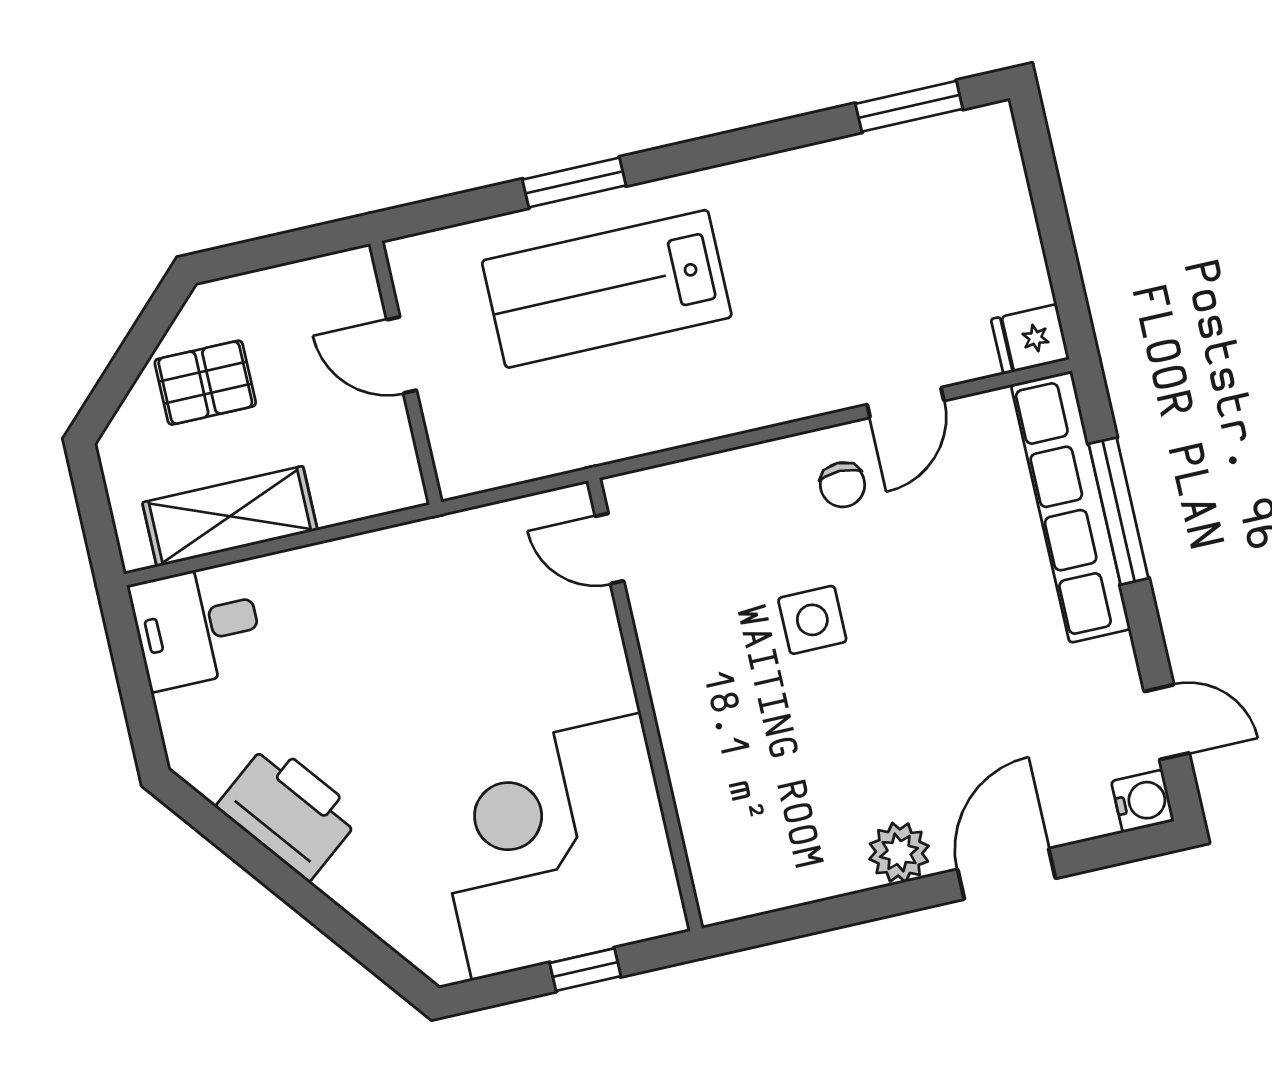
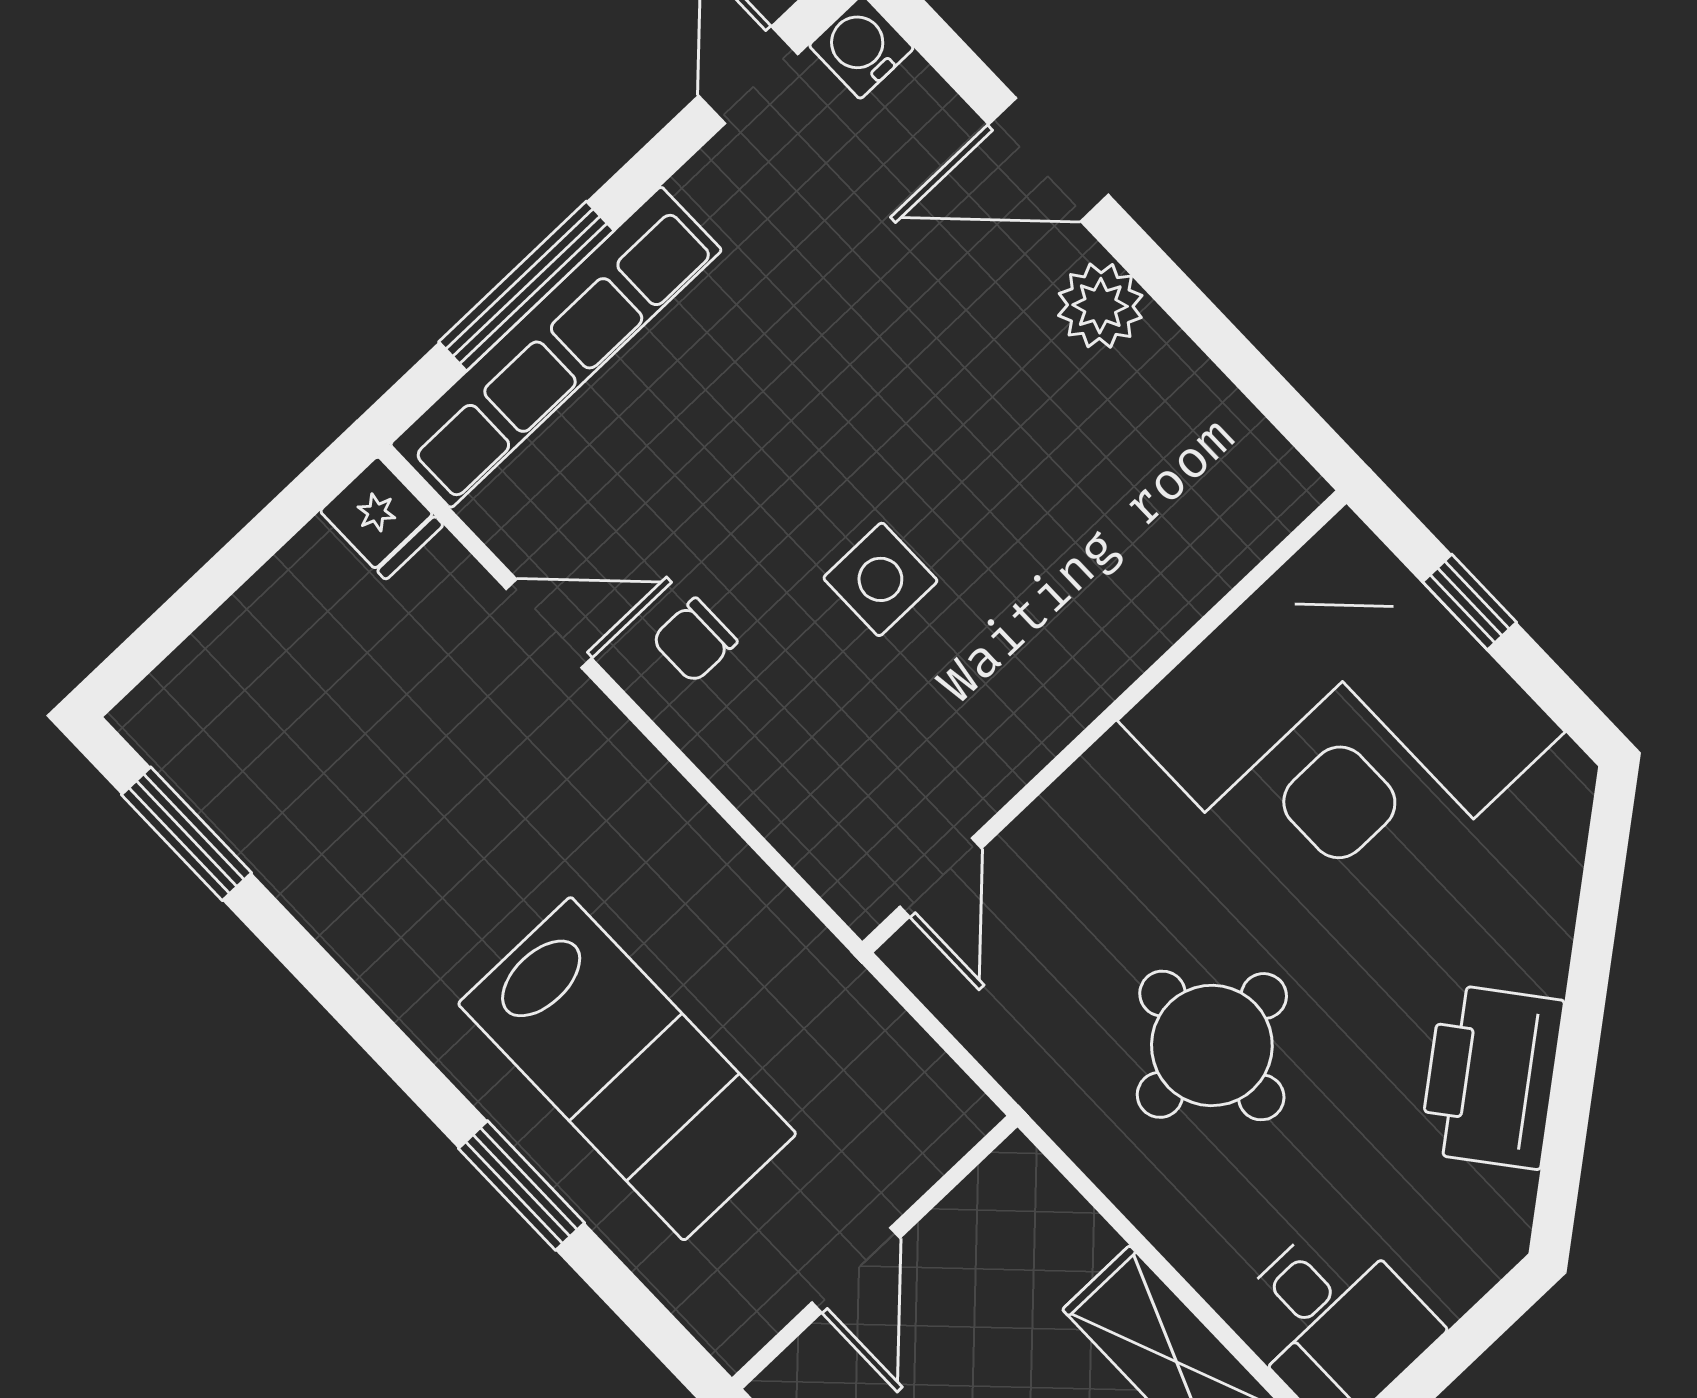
chair: (843, 485) -> (694, 641), turned 180
round table: (409, 652) -> (1212, 1045), added

